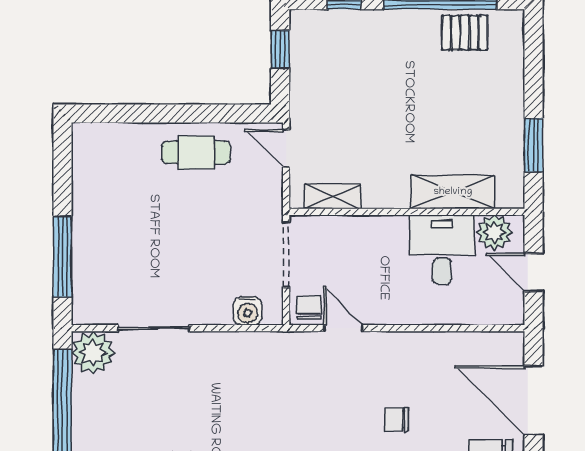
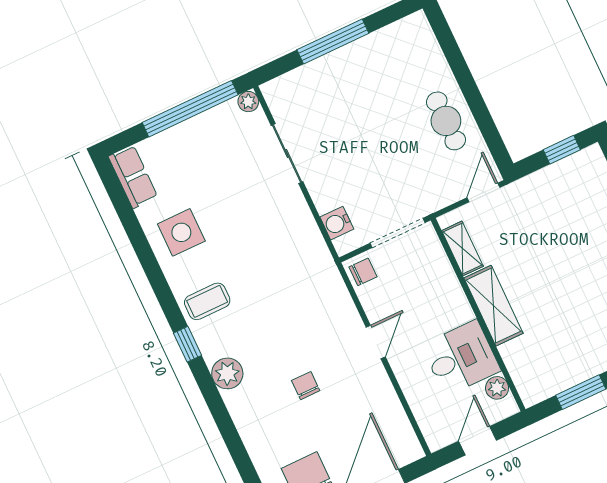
shelving: (453, 192) -> (494, 306), moved
plant: (494, 232) -> (497, 388), width x0.73, depth x0.73
window: (63, 257) -> (333, 42), moved
door: (343, 328) -> (376, 342), moved
plant: (93, 353) -> (248, 102), width x0.53, depth x0.53

